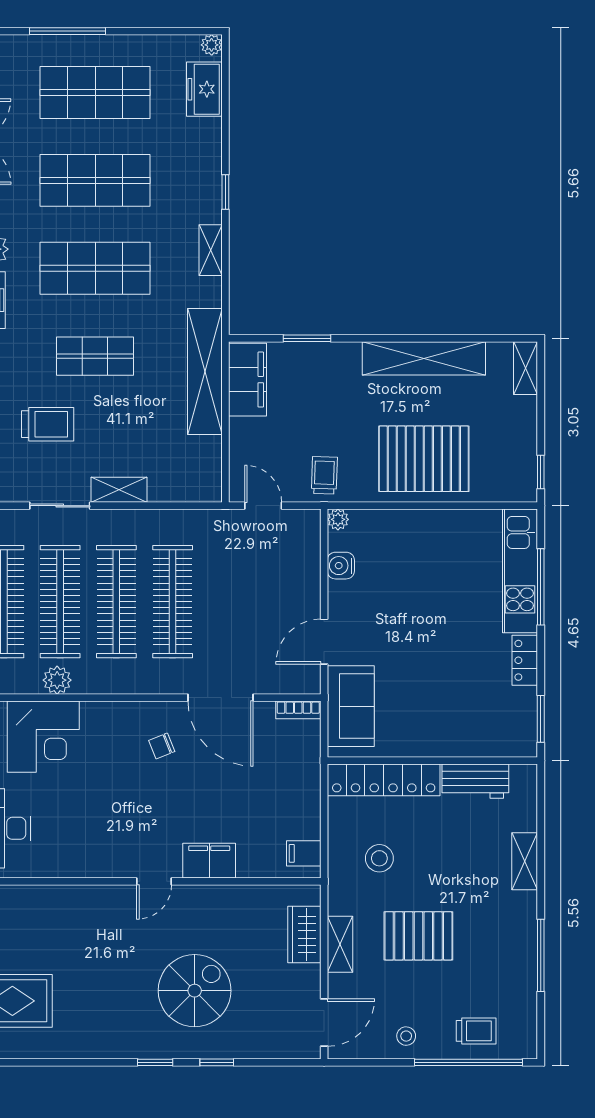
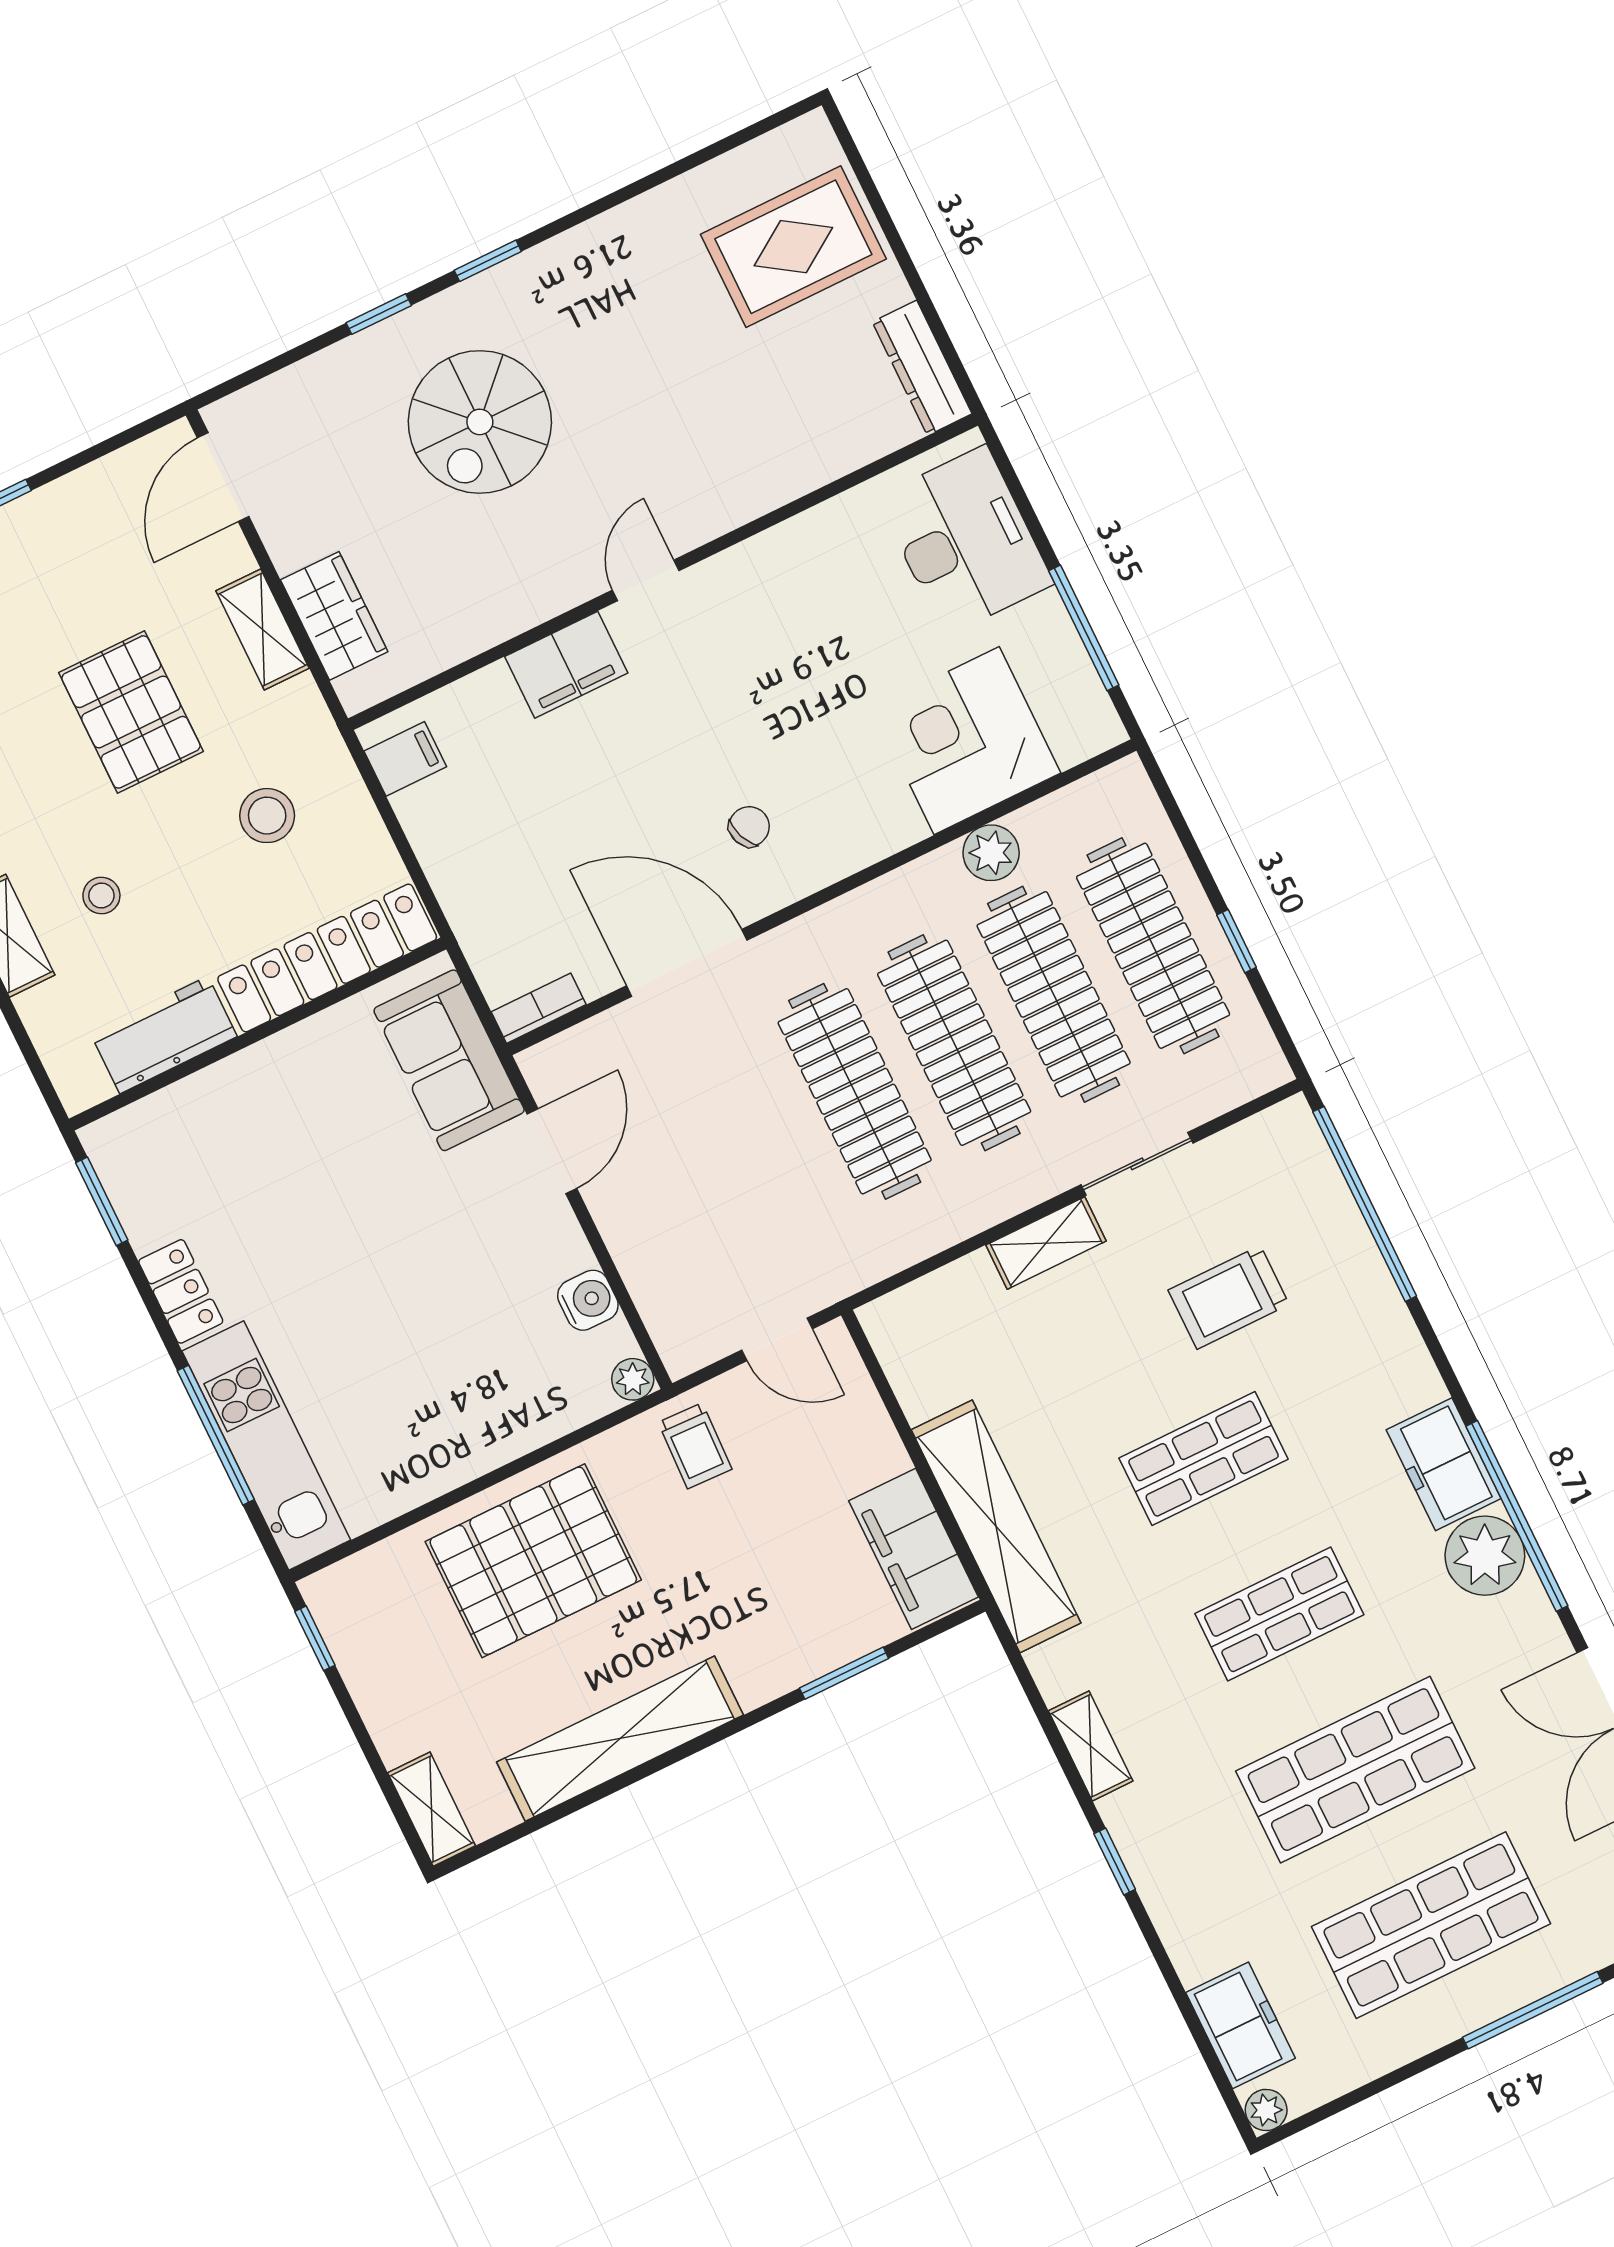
shop shelf: (95, 268) -> (1279, 1614), width x0.70, depth x0.74
pallet: (418, 936) -> (131, 712), turned 90
stool: (406, 1036) -> (101, 895), moved

